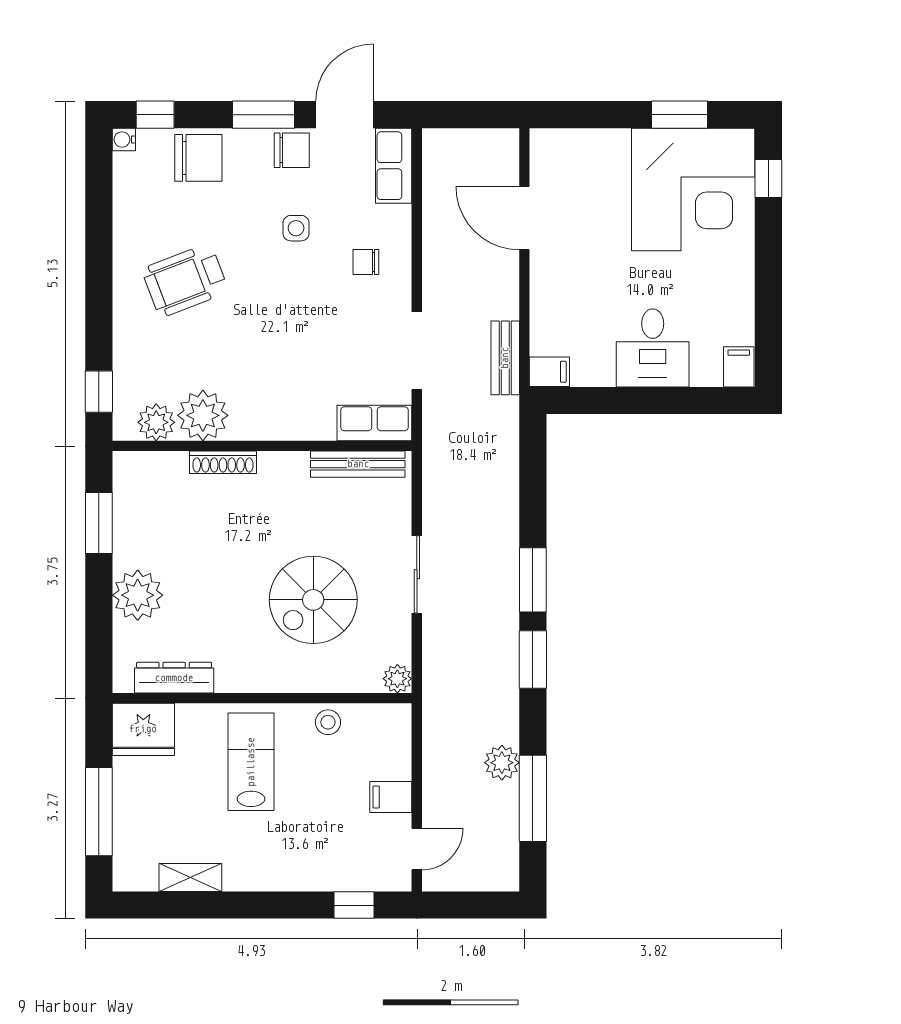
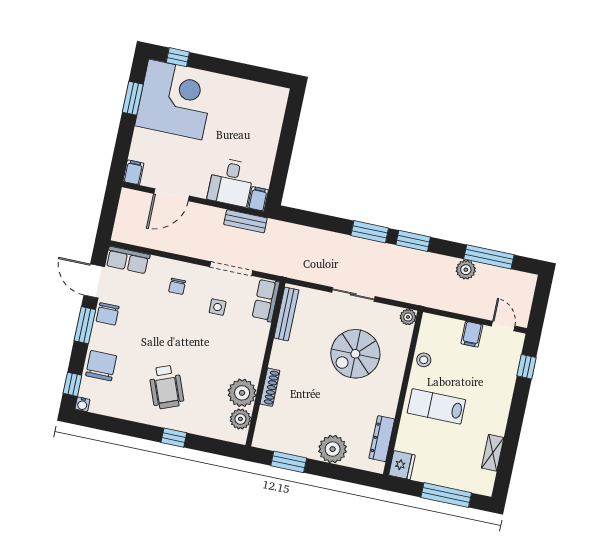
chair: (292, 150) -> (108, 314), turned 180
side table: (296, 228) -> (218, 307), moved
desk: (653, 348) -> (231, 182), moved, turned 90
filing cabinet: (739, 367) -> (133, 172), moved, turned 90
window: (99, 392) -> (174, 438), moved
spiral stairs: (313, 600) -> (355, 354), turned 90
fridge: (143, 729) -> (402, 465), width x0.73, depth x0.75

